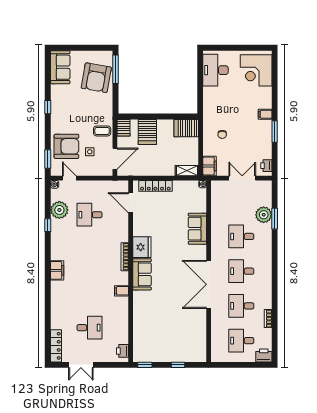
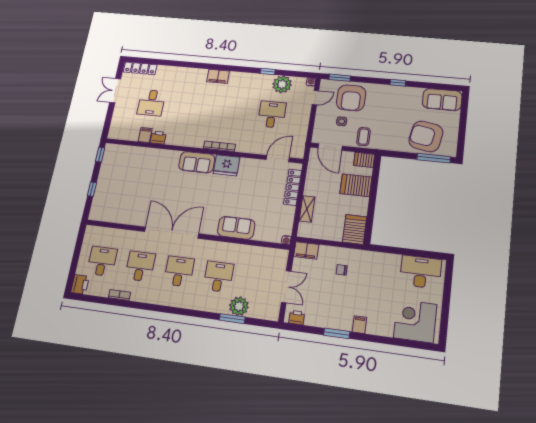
shelving: (187, 171) -> (307, 209), moved
filing cabinet: (122, 291) -> (145, 135), moved
printer: (123, 351) -> (158, 137), moved

